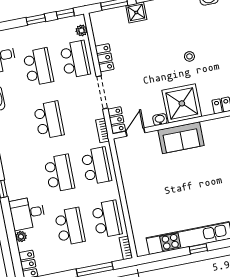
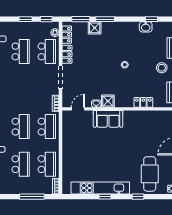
shower: (182, 103) -> (108, 101), width x0.54, depth x0.54
school desk: (49, 120) -> (21, 89), removed
locker: (116, 120) -> (67, 35), moved

